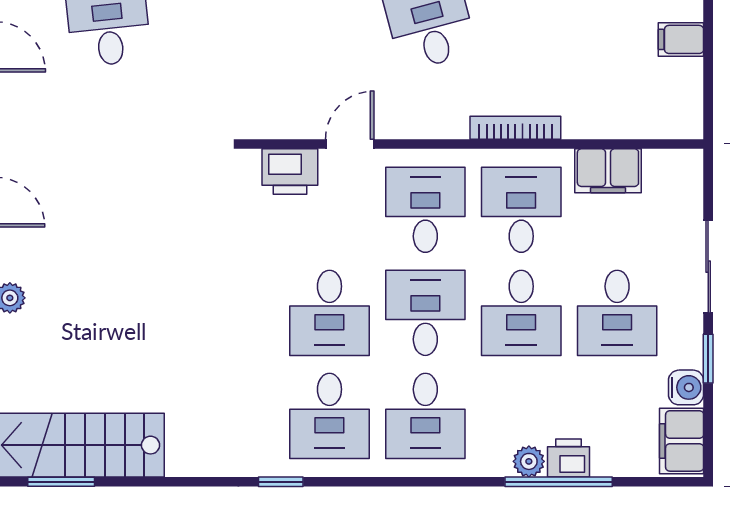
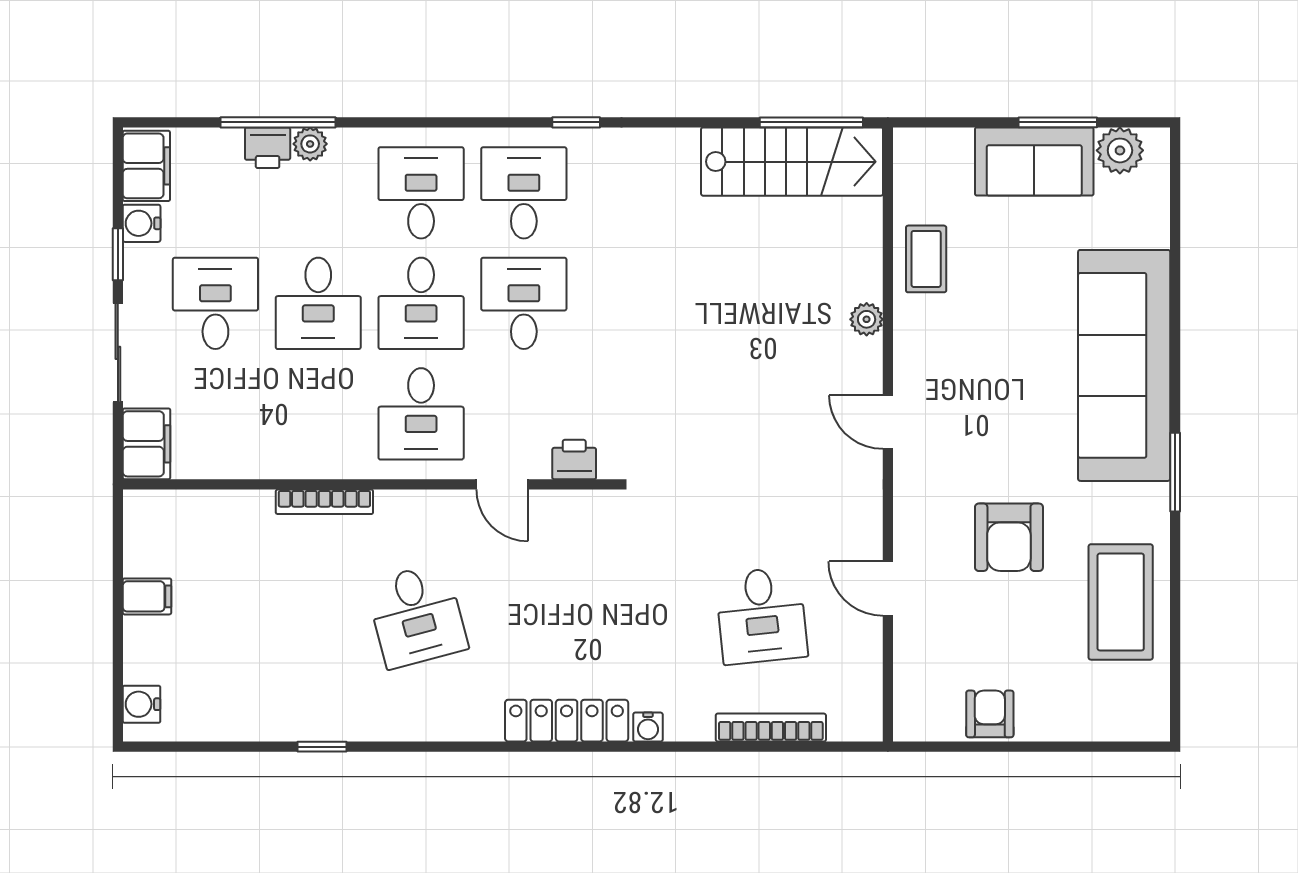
door: (350, 144) -> (502, 484), hinge flipped
filing cabinet: (608, 171) -> (147, 444), moved, turned 90
printer: (290, 172) -> (574, 460), width x0.73, depth x0.81
desk: (521, 210) -> (318, 414), removed
desk: (521, 313) -> (318, 303), turned 180
window: (61, 482) -> (811, 122), width x1.44

